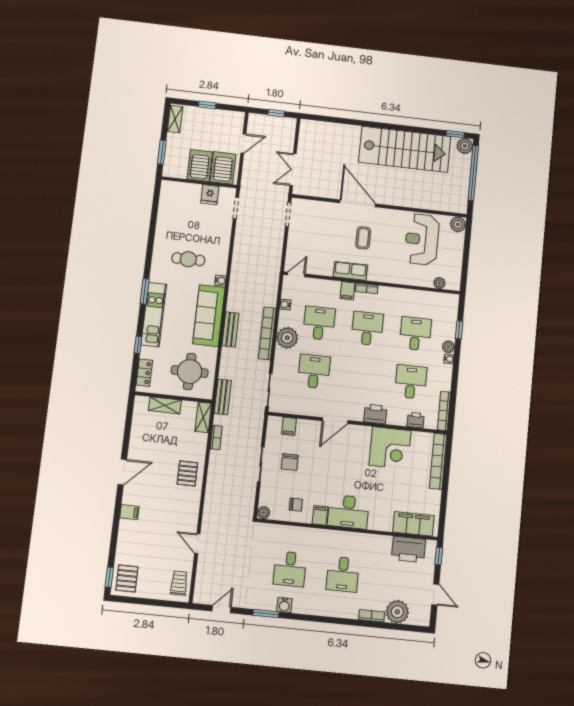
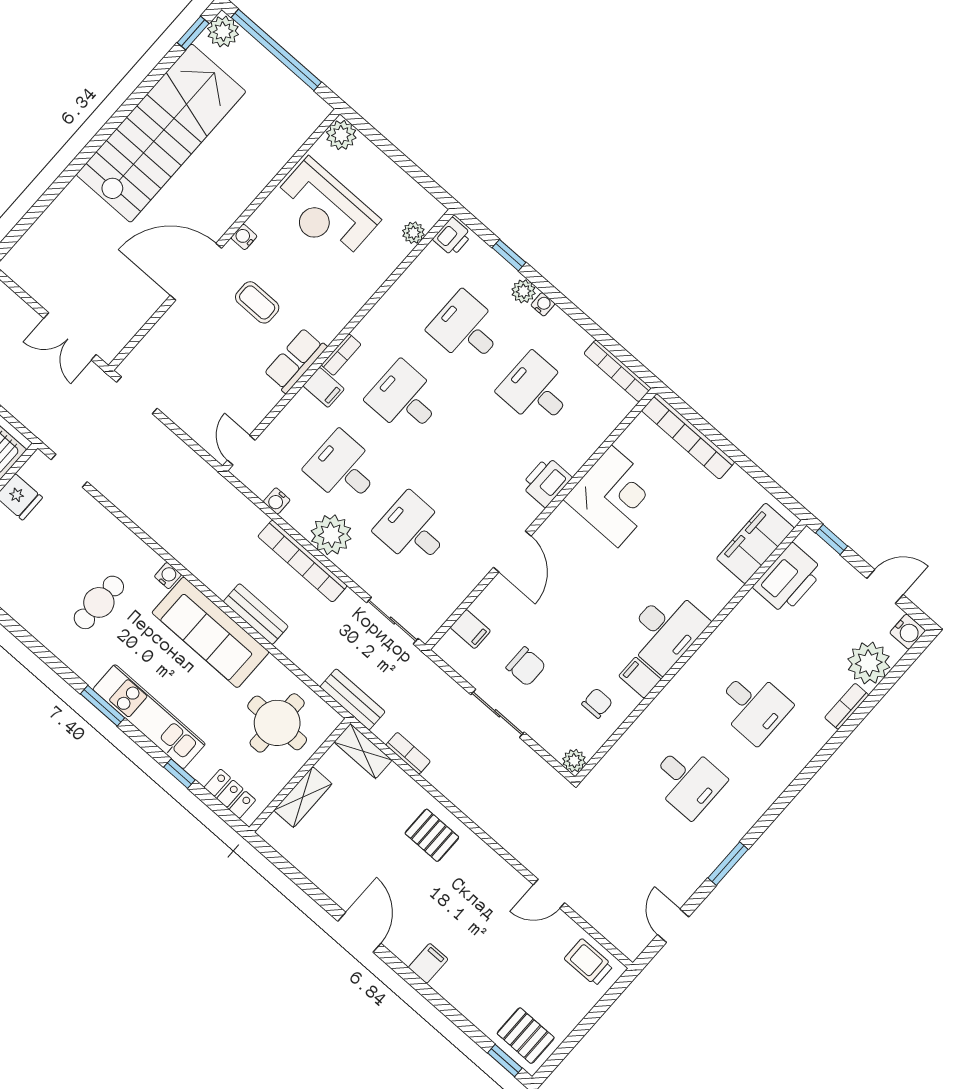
water cooler: (387, 213) -> (244, 237), added
printer: (416, 420) -> (452, 237), moved, turned 180
water cooler: (284, 605) -> (908, 632), moved

